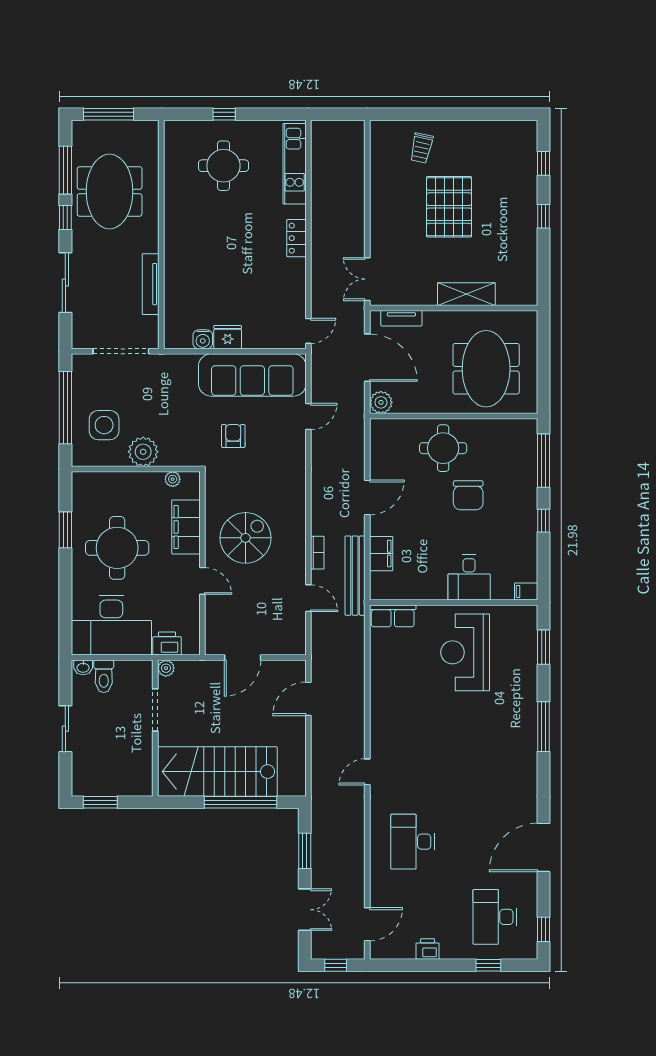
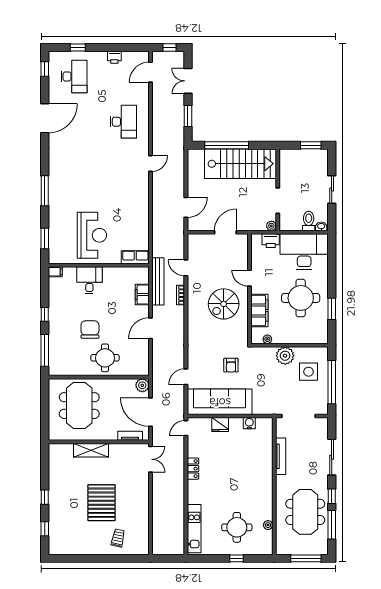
plant: (172, 169) -> (268, 525), added
locker: (297, 238) -> (193, 469), moved
fridge: (228, 337) -> (220, 424), moved

